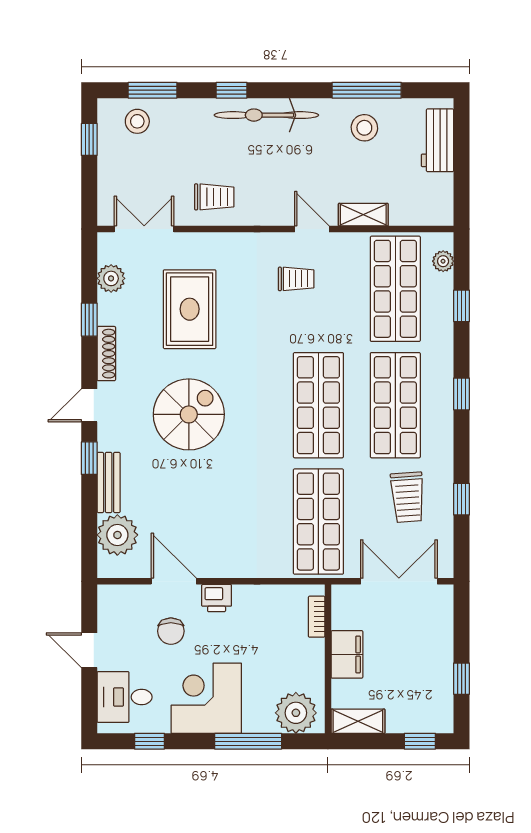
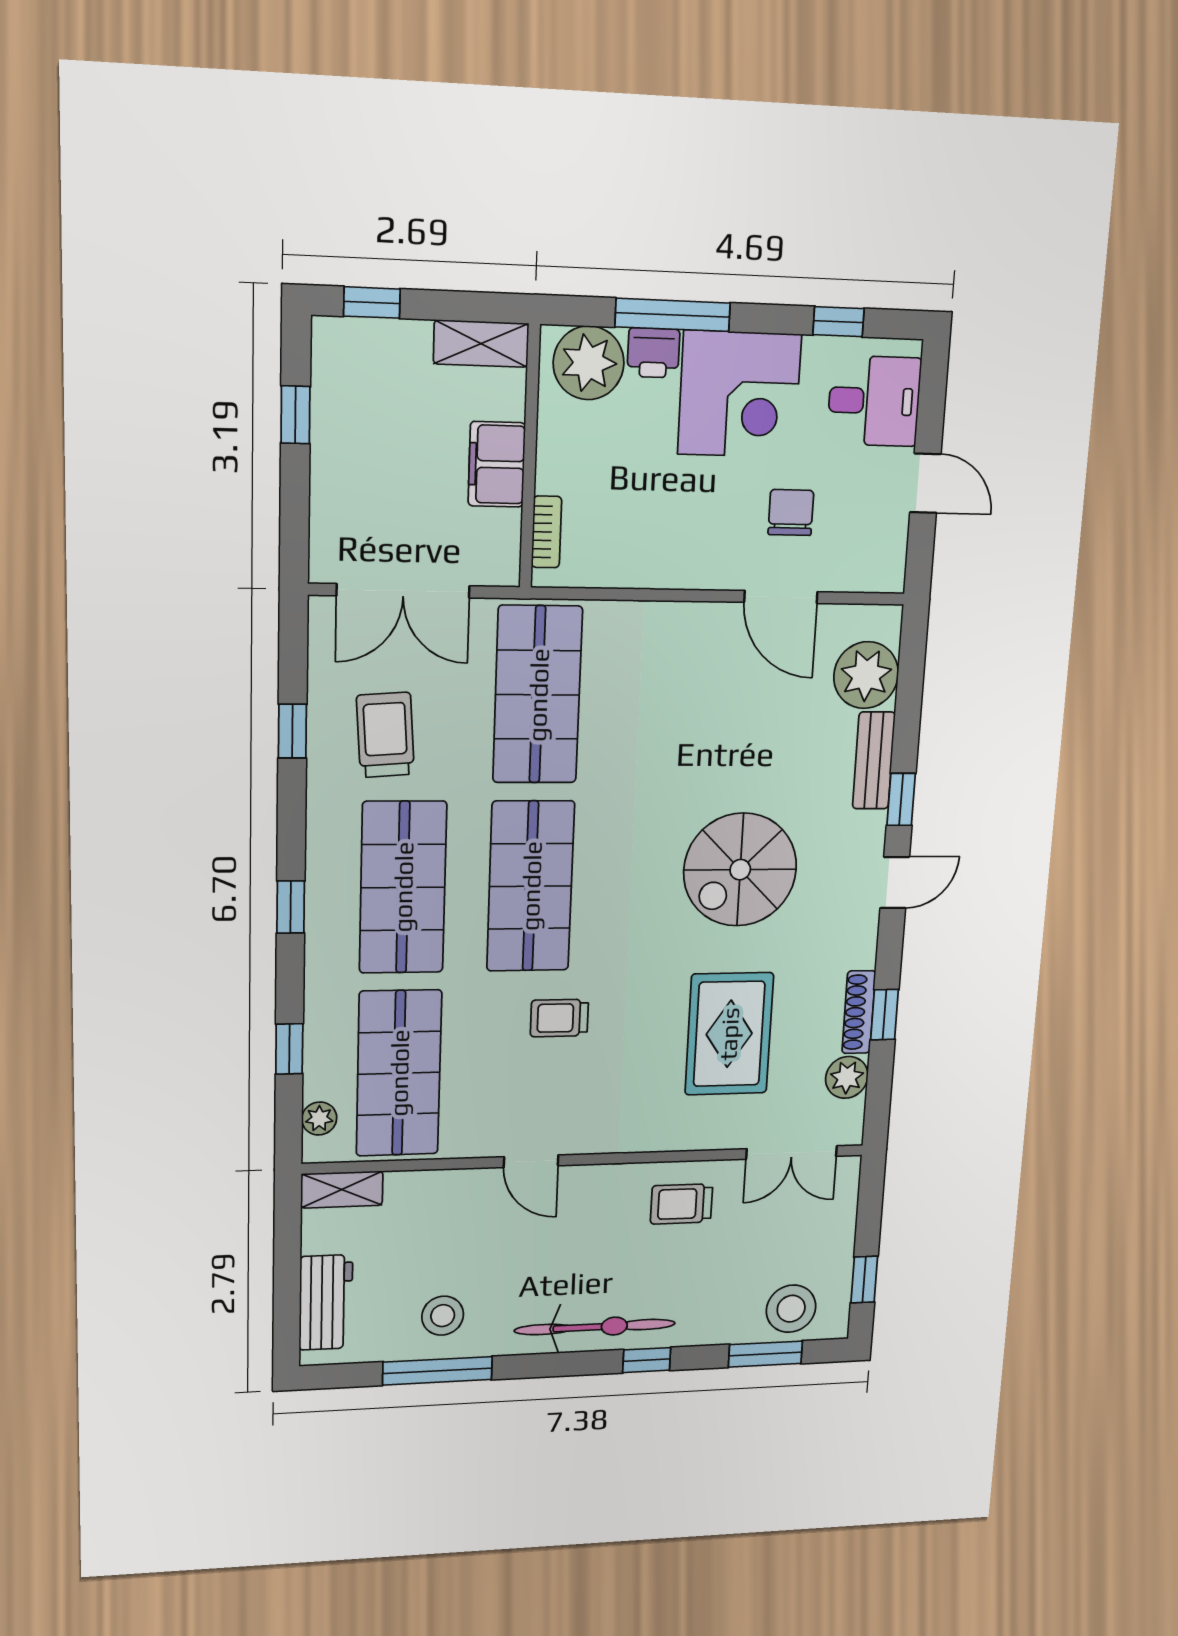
stool: (137, 121) -> (791, 1309), width x1.38, depth x1.38
shelving: (363, 215) -> (342, 1190), moved
trolley: (296, 279) -> (559, 1018), moved
shoe rack: (106, 354) -> (859, 1012), moved
printer: (217, 598) -> (653, 353), moved, turned 180

